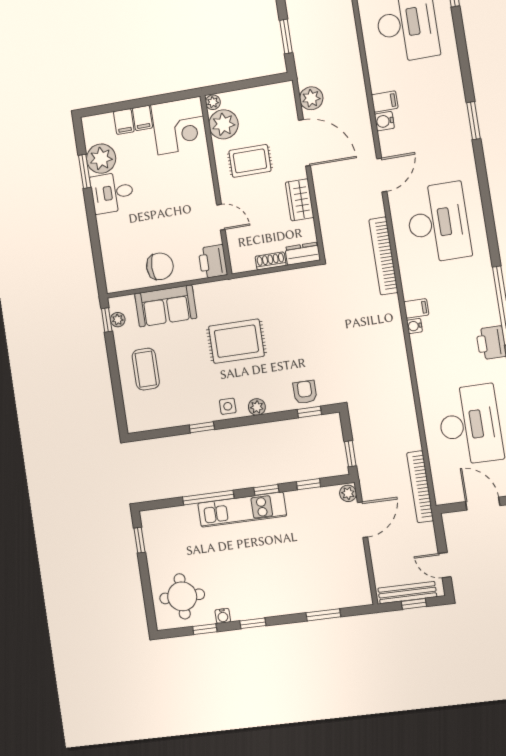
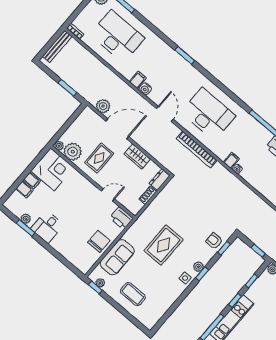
plant: (101, 159) -> (26, 219), width x0.53, depth x0.53
window: (202, 427) -> (202, 274), moved

